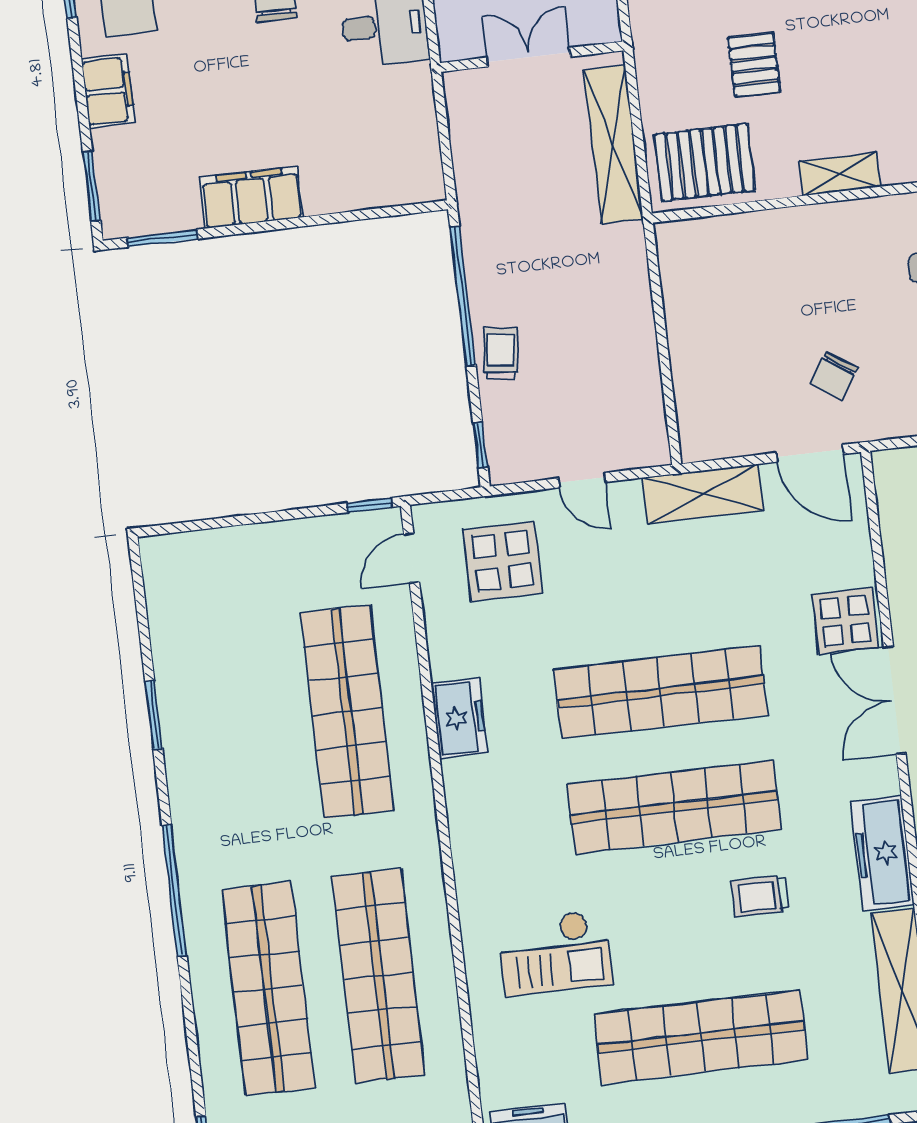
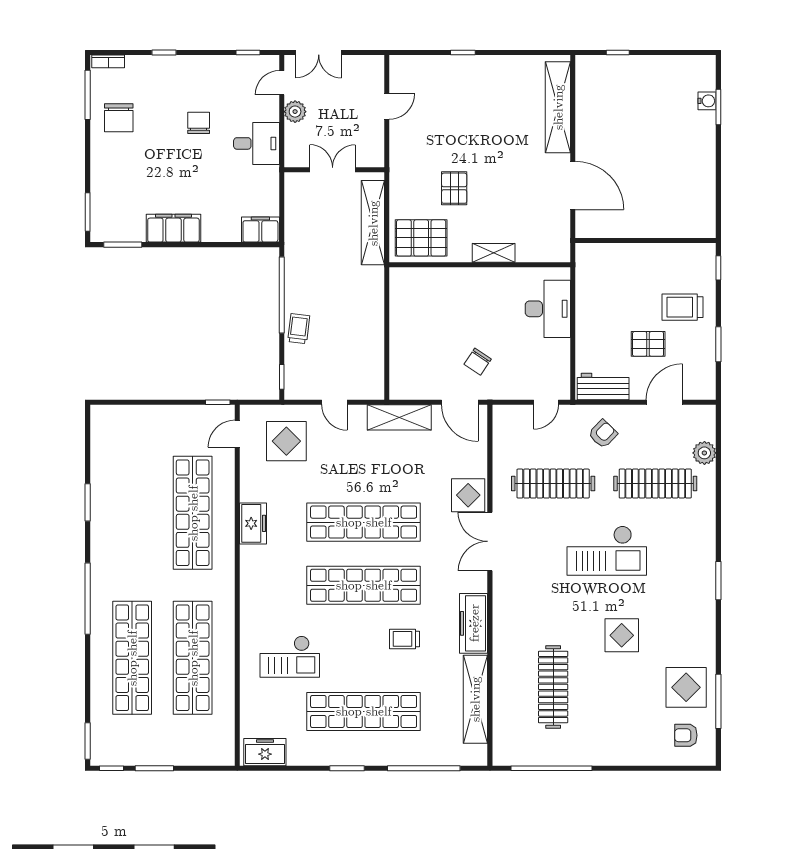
filing cabinet: (108, 91) -> (260, 230), moved, turned -90

